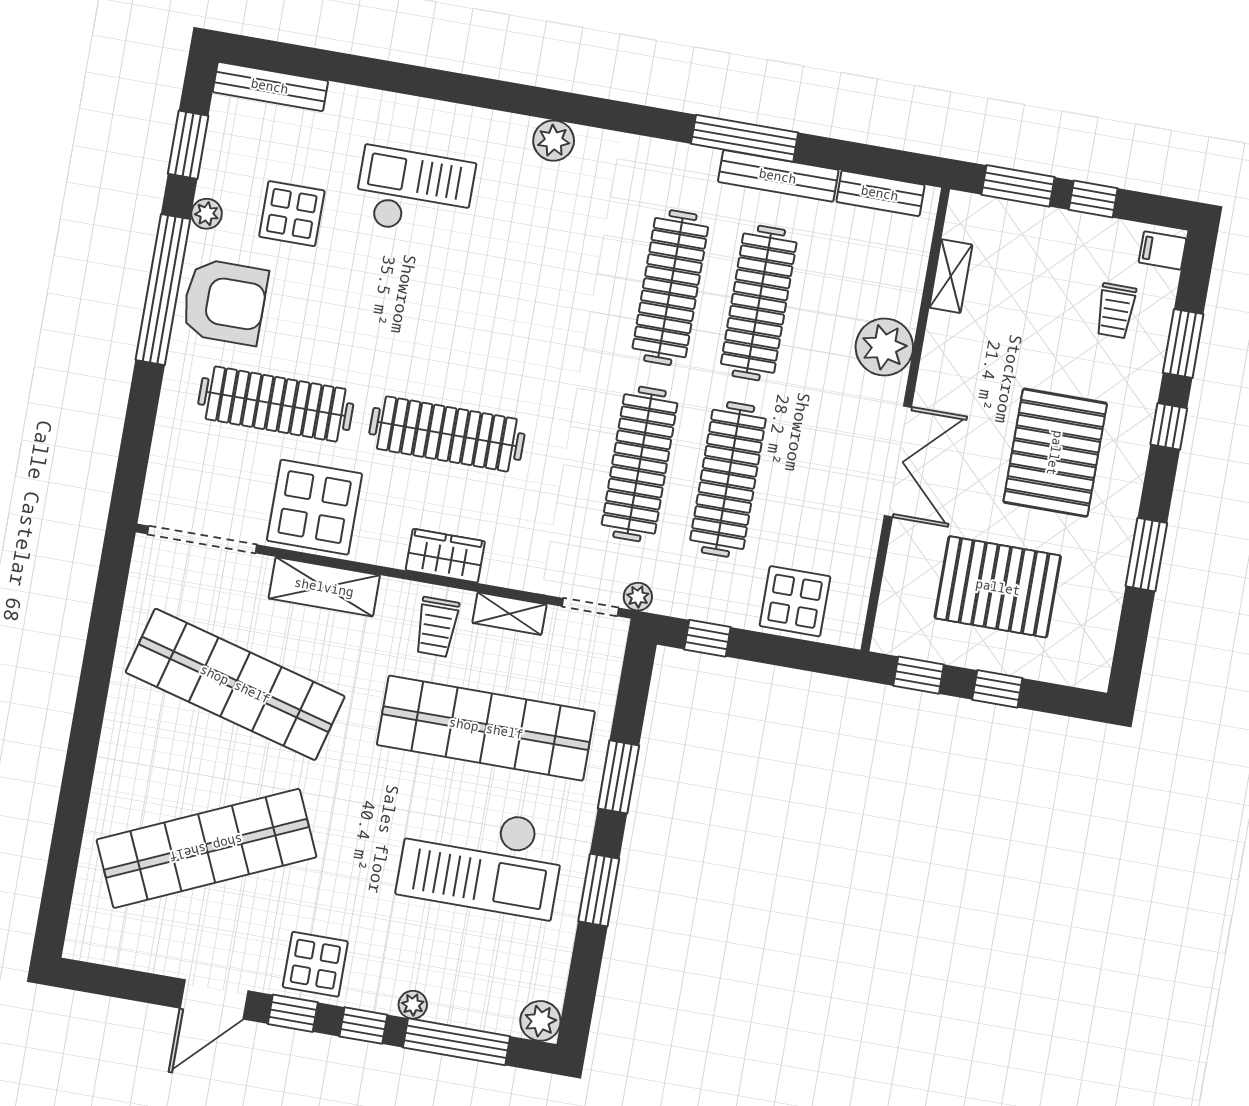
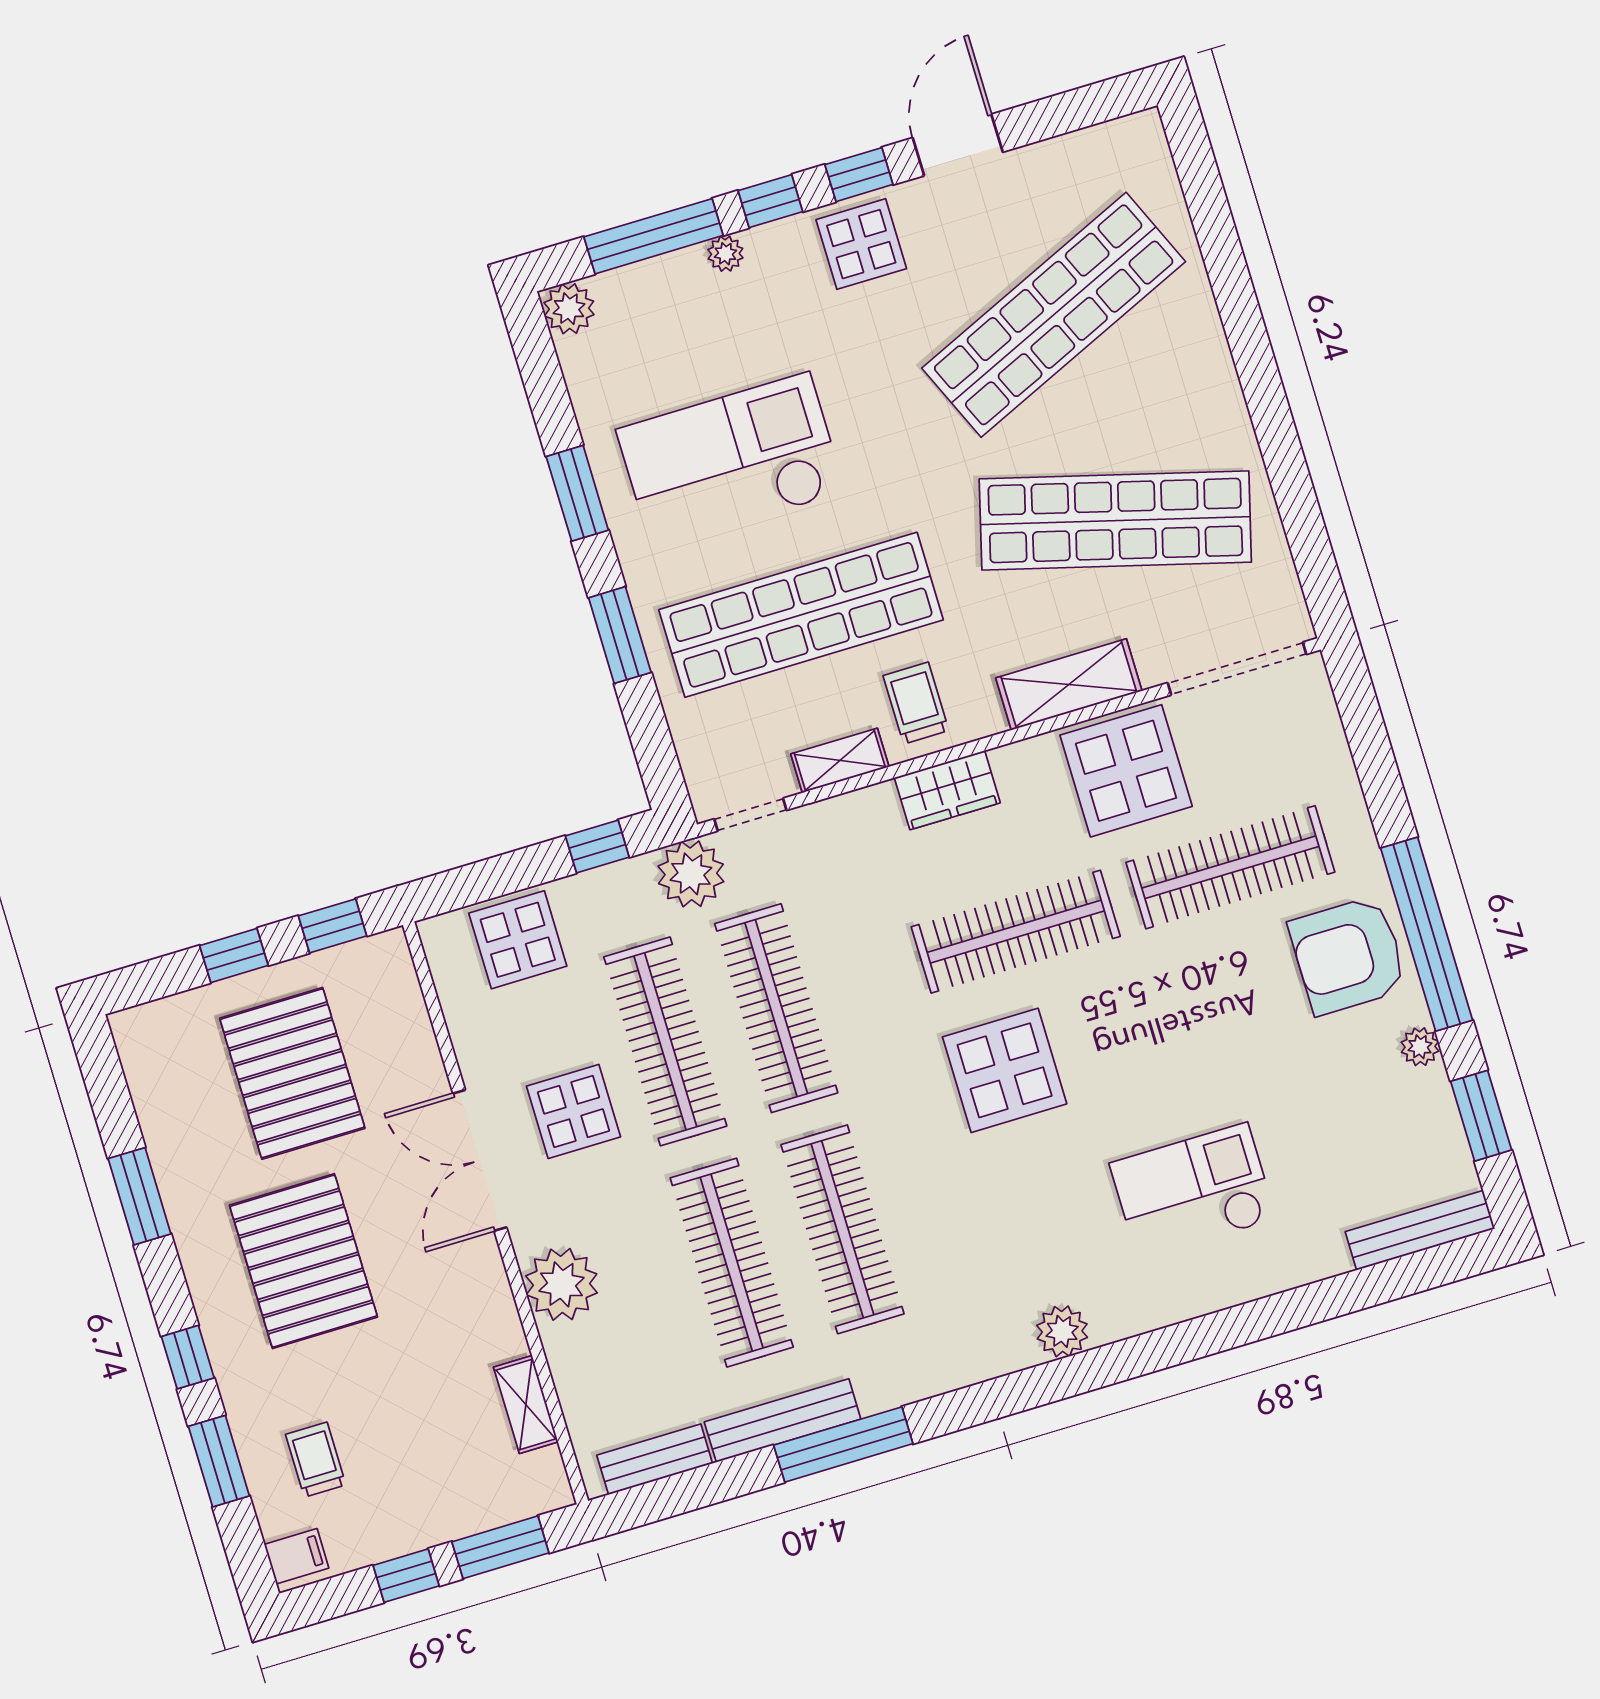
checkout: (414, 192) -> (1193, 1191), turned 180
display table: (292, 214) -> (1005, 1070), moved, width x1.36, depth x1.36
display table: (816, 463) -> (573, 1111), added
pallet: (998, 587) -> (292, 1073), turned 90
plant: (638, 597) -> (691, 874), width x1.88, depth x1.88

